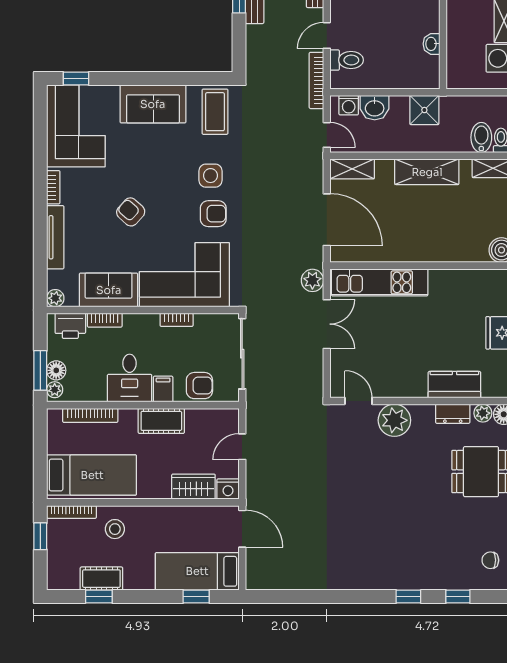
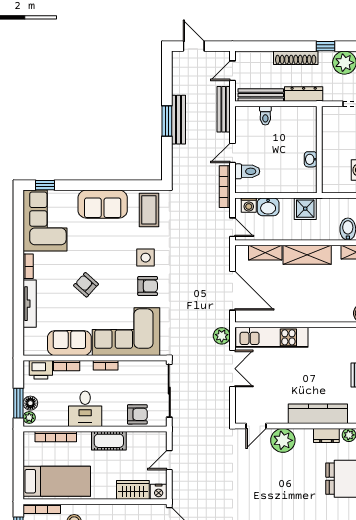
shelving: (352, 169) -> (265, 253), moved
plant: (55, 298) -> (30, 349), removed
bookcase: (177, 320) -> (106, 365), moved
kitchen counter: (454, 385) -> (318, 414), width x1.50
filing cabinet: (163, 389) -> (110, 417), removed
door: (358, 401) -> (256, 426), swing flipped

